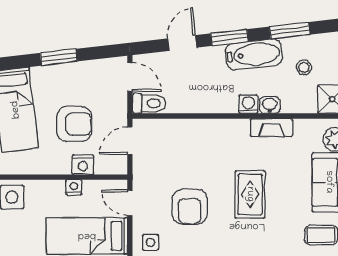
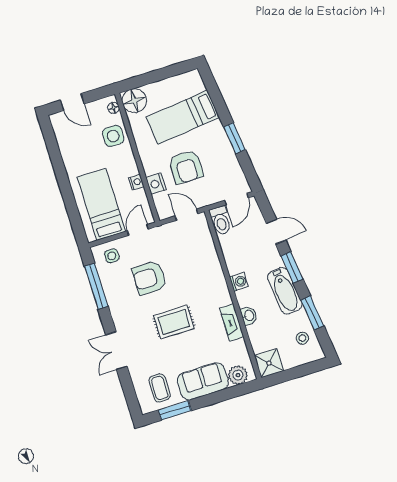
stool: (304, 67) -> (302, 338), moved
washing machine: (248, 104) -> (239, 282), moved

